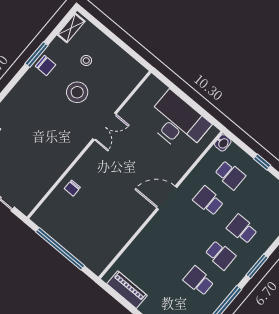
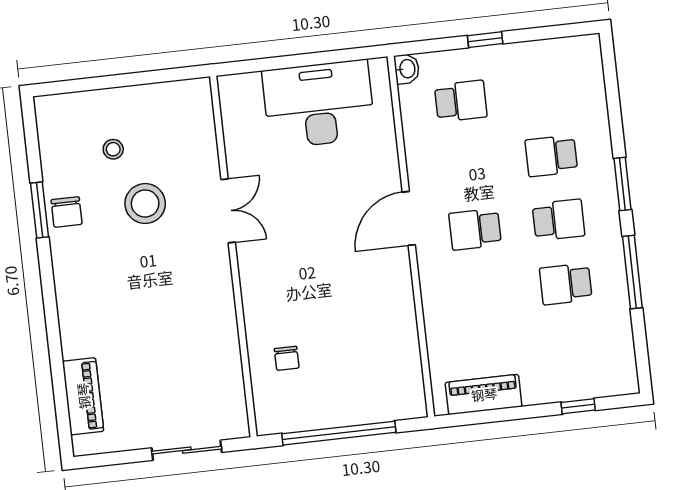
shelving: (71, 28) -> (48, 127), removed
chair: (46, 66) -> (67, 212), turned 90
chair: (72, 188) -> (287, 358), moved
school desk: (208, 201) -> (475, 229), moved

